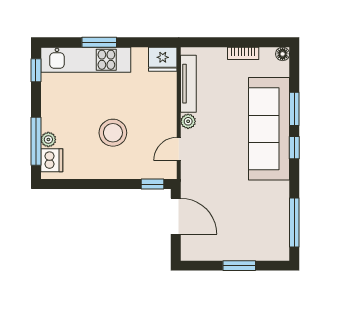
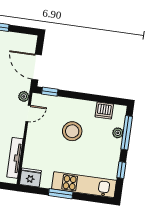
window: (99, 42) -> (61, 194), moved
window: (36, 70) -> (121, 170), moved
plant: (188, 121) -> (24, 96), moved
dishwasher: (52, 160) -> (104, 110), moved, turned -90

